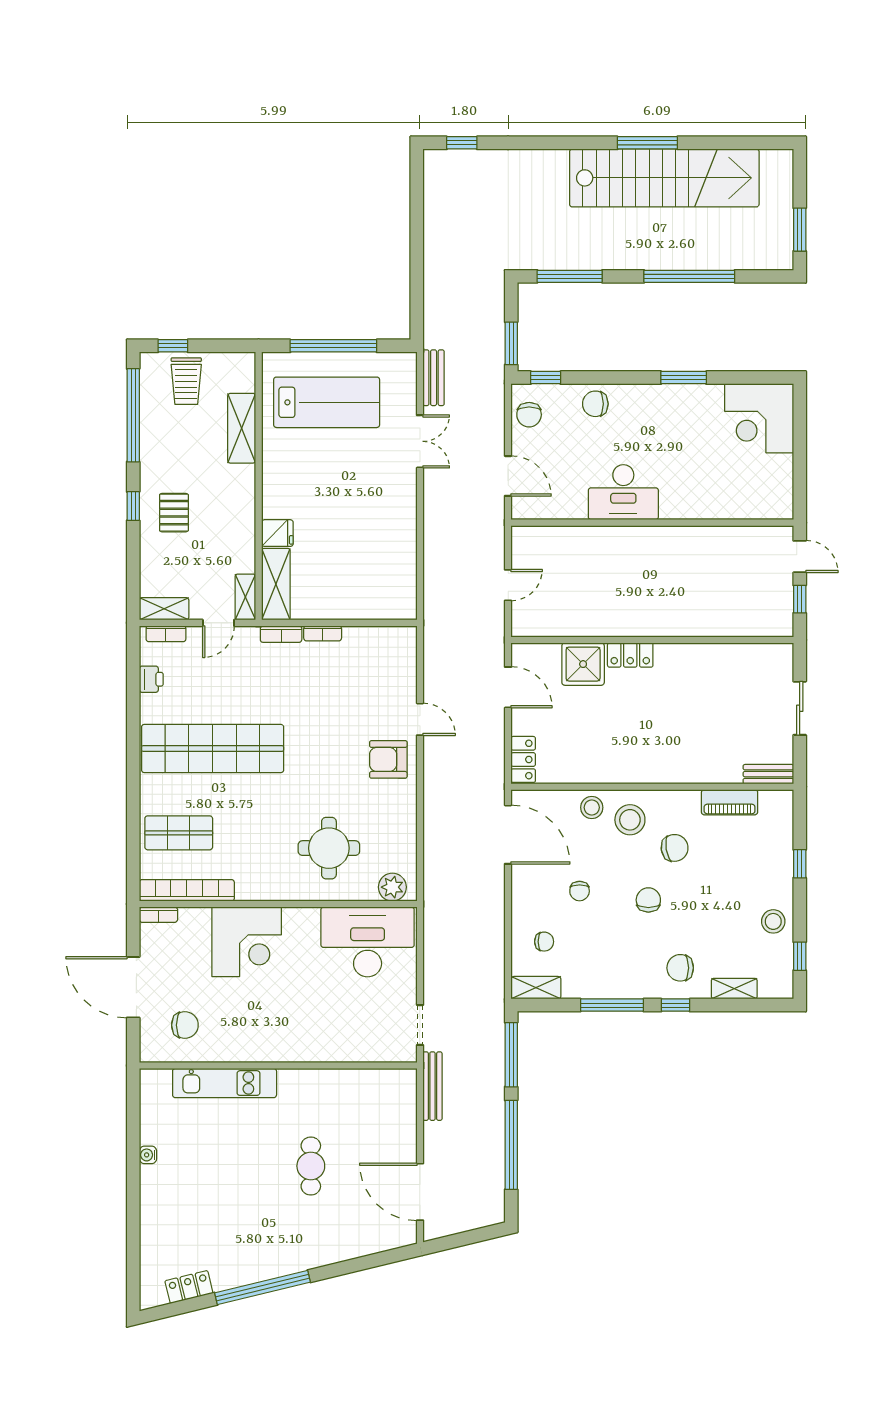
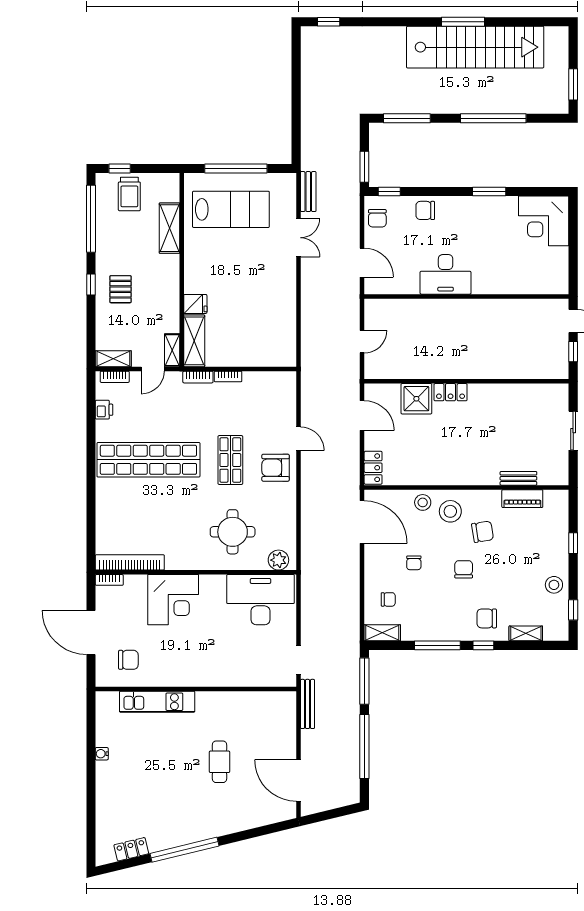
bench: (768, 774) -> (518, 478), moved
shop shelf: (179, 833) -> (230, 460), moved, turned 90

